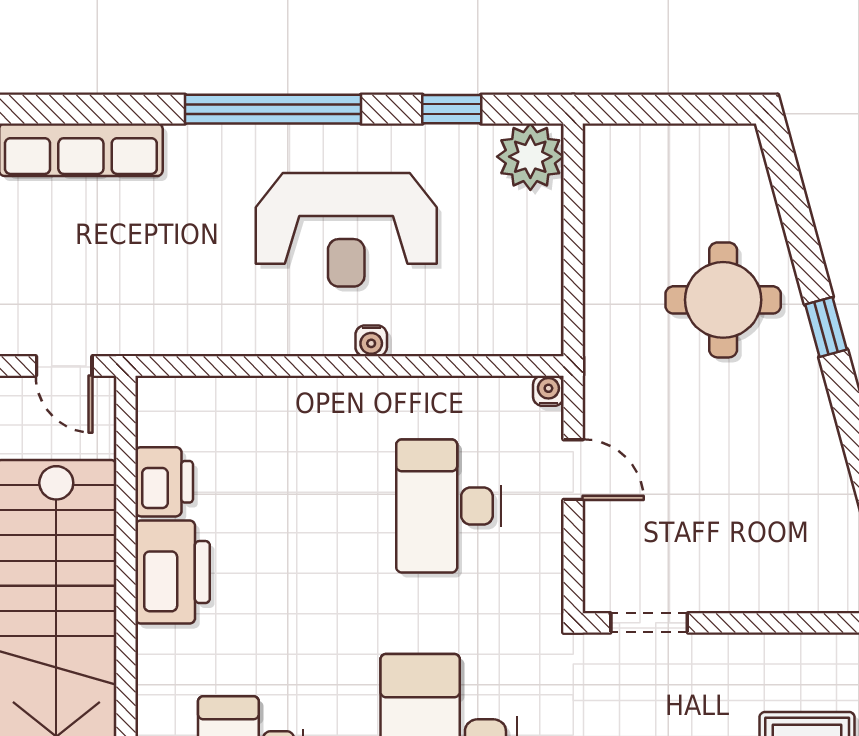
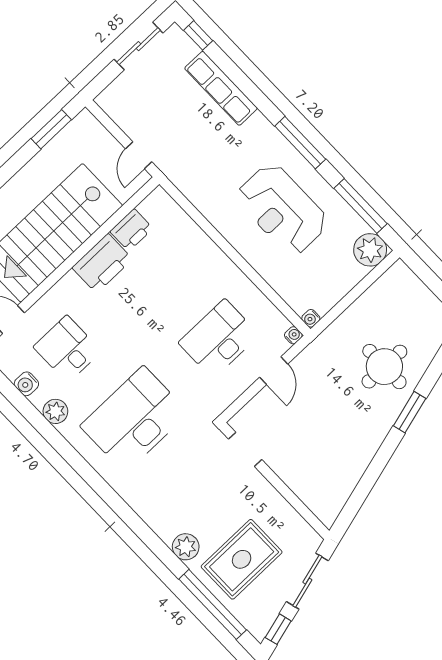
window: (273, 109) -> (300, 143), width x0.68
window: (452, 109) -> (360, 206), width x2.17
window: (826, 327) -> (410, 412), width x1.50
water cooler: (371, 341) -> (311, 318), moved

